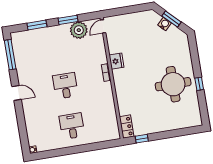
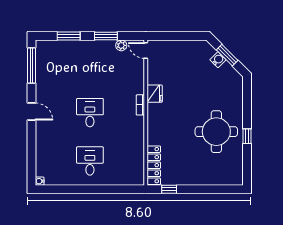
door: (103, 26) -> (146, 51), hinge flipped
plant: (79, 30) -> (121, 45), width x0.53, depth x0.53
locker: (127, 127) -> (154, 165), width x1.53

